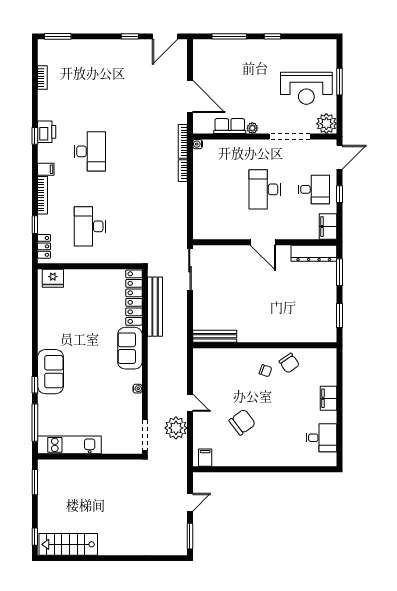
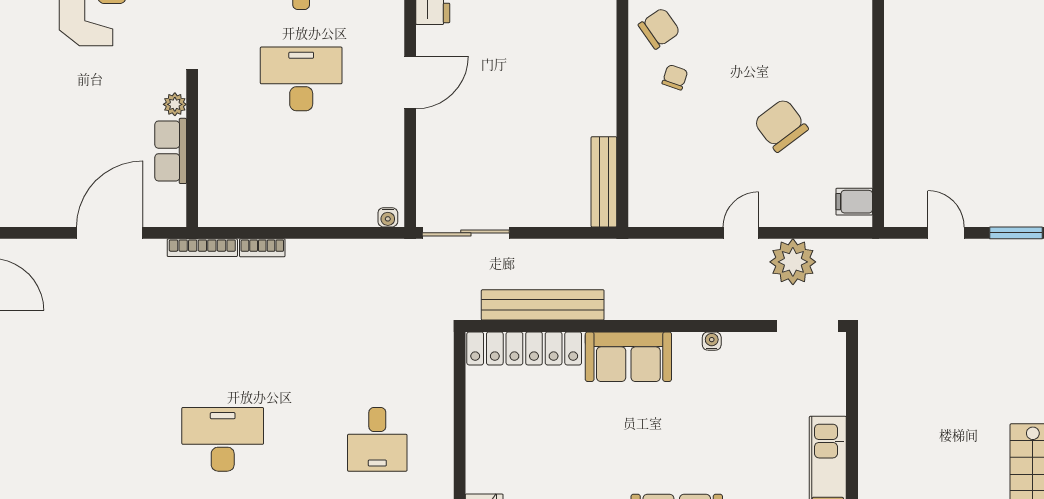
water cooler: (198, 144) -> (388, 217), moved
desk: (265, 189) -> (301, 79), turned 180
desk: (90, 226) -> (377, 439), width x0.73

